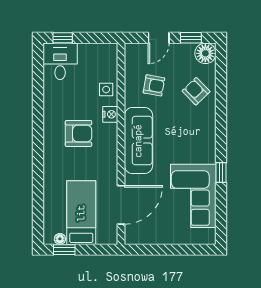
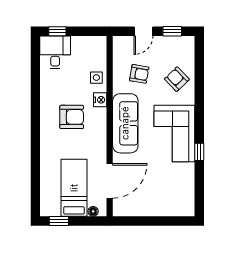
floor lamp: (205, 53) -> (185, 45), removed
corner sofa: (193, 196) -> (174, 134), moved
floor lamp: (60, 239) -> (93, 211), moved

